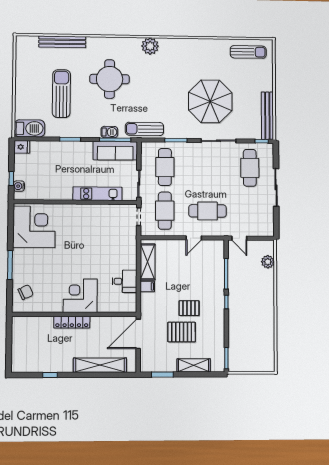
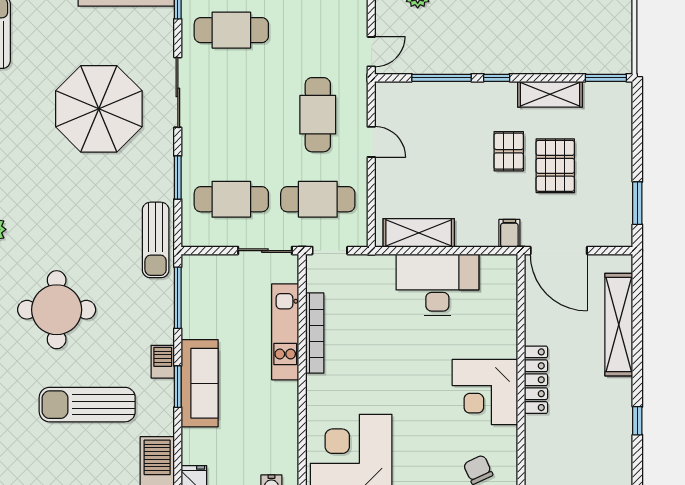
barbecue: (109, 132) -> (163, 362), moved
sofa: (115, 151) -> (200, 383), moved
bookcase: (97, 209) -> (315, 333), added
desk: (124, 281) -> (437, 285), width x1.87, depth x1.30
filing cabinet: (147, 286) -> (509, 233), moved
corner desk: (80, 296) -> (485, 392), moved
shelving: (194, 365) -> (550, 94), moved, turned 90

